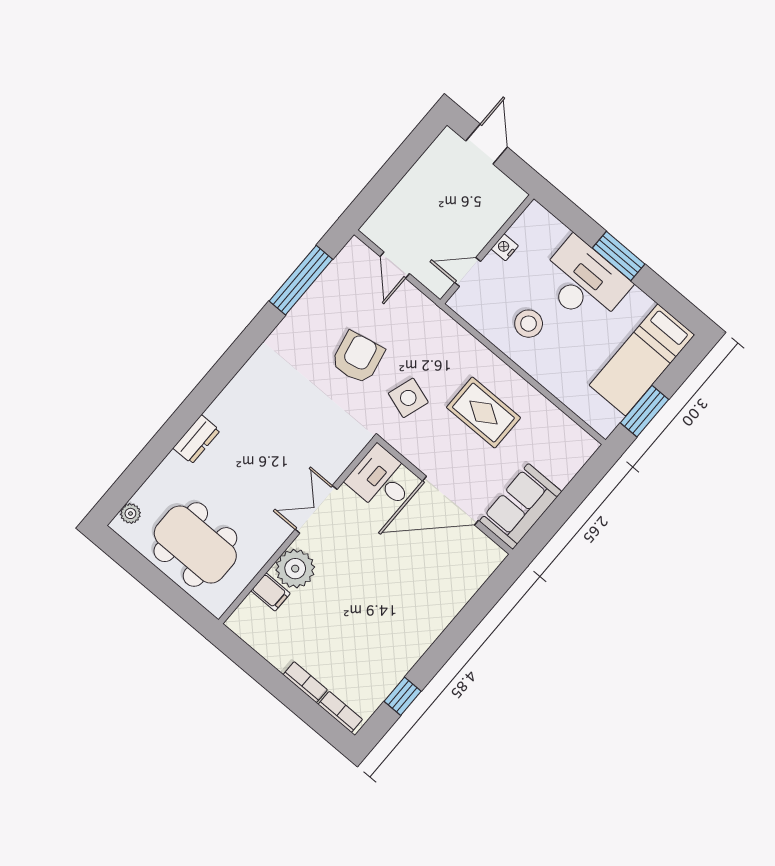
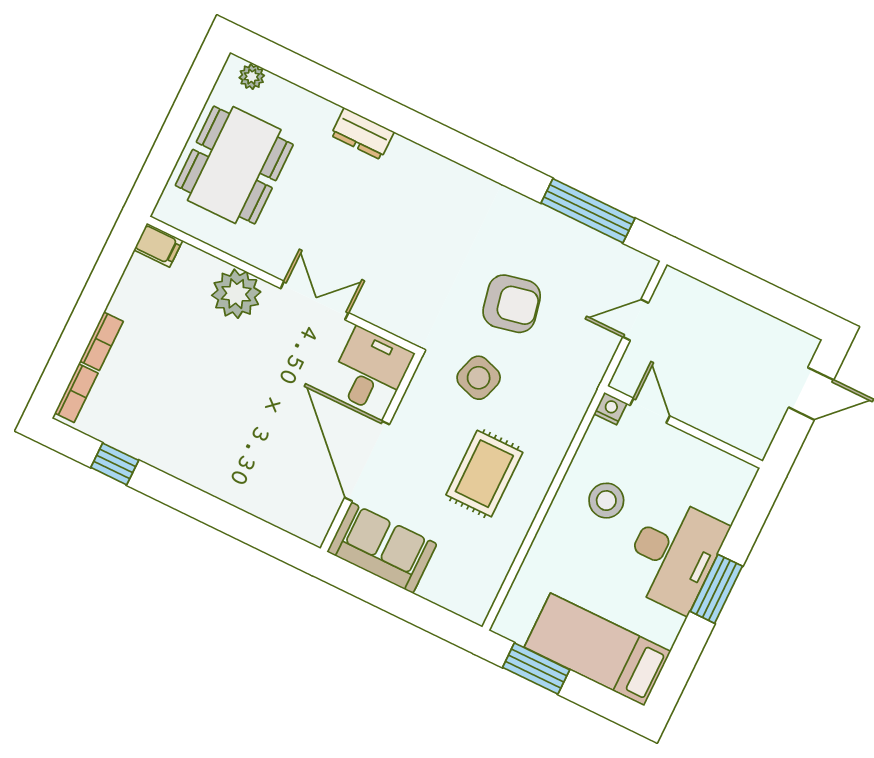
nightstand: (505, 247) -> (610, 409), moved
filing cabinet: (270, 592) -> (158, 245), moved, turned -90

